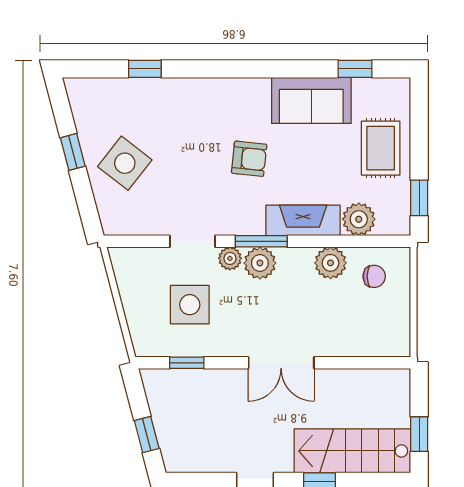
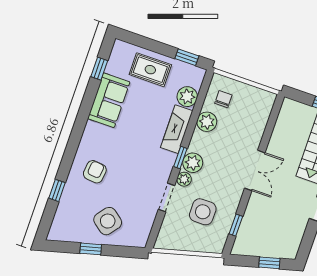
armchair: (249, 159) -> (95, 172), moved
window: (261, 241) -> (180, 158), width x0.67

